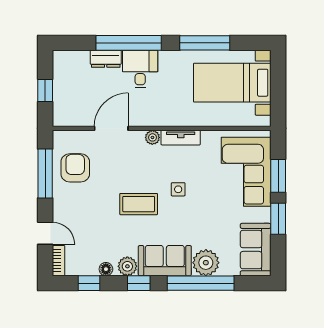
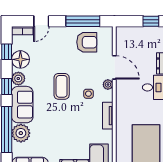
window: (45, 91) -> (151, 21), moved
plant: (152, 137) -> (108, 85), moved
side table: (178, 189) -> (88, 94), moved
floor lamp: (106, 269) -> (20, 59), width x1.89, depth x1.89

